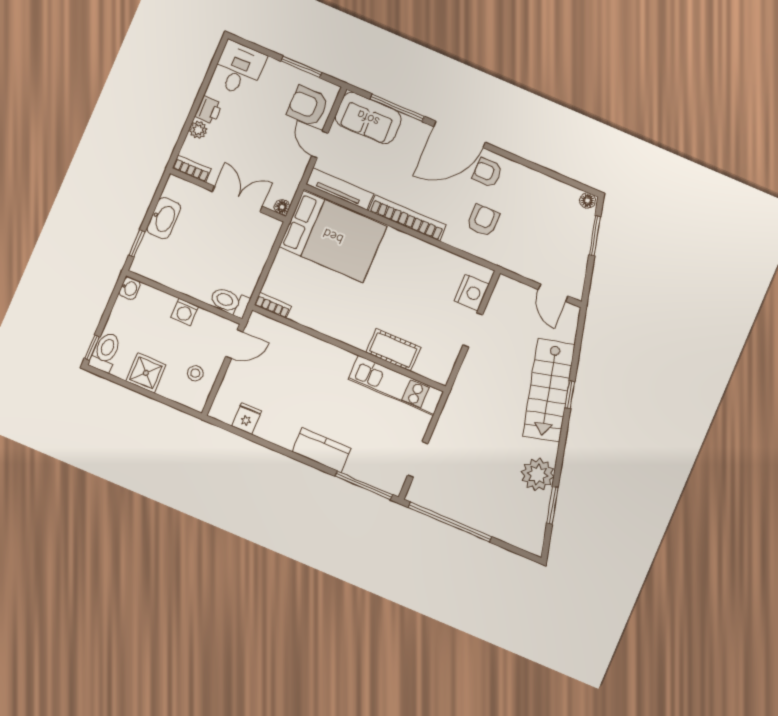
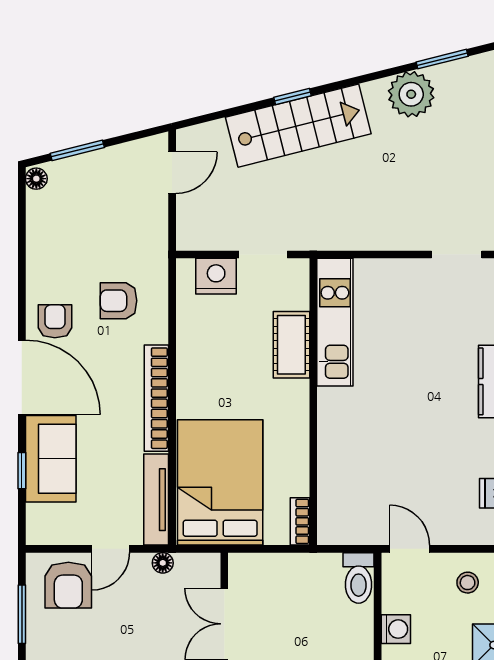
window: (397, 108) -> (22, 471), width x0.46
sofa: (368, 118) -> (51, 459), moved
armchair: (487, 172) -> (55, 321), turned 180
floor lamp: (282, 207) -> (163, 563), moved
bookcase: (273, 305) -> (300, 521), moved
wall: (349, 348) -> (313, 402), moved
cot: (393, 350) -> (291, 345), moved
kitchen unit: (396, 385) -> (335, 322), moved

